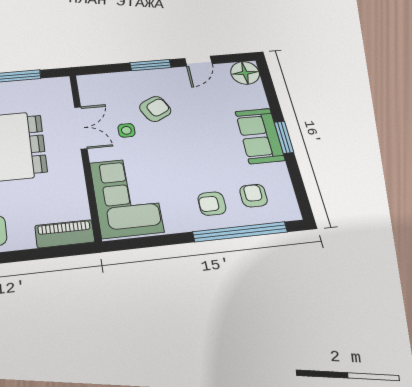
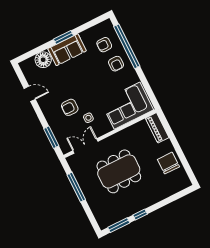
window: (150, 65) -> (51, 137), moved
floor lamp: (245, 73) -> (43, 60), moved
armchair: (155, 109) -> (70, 107), turned -63
double door: (81, 128) -> (85, 146), moved

